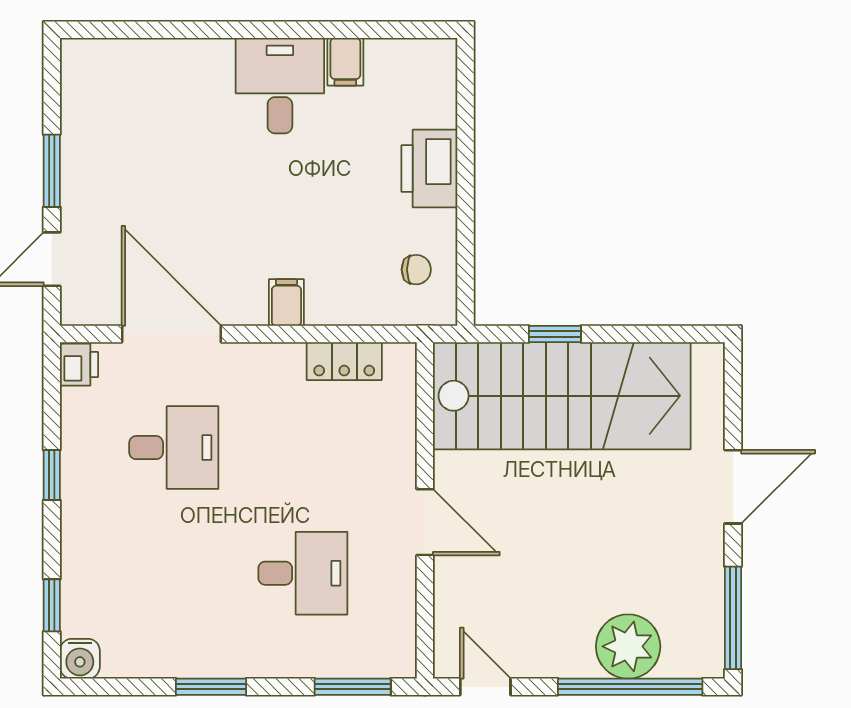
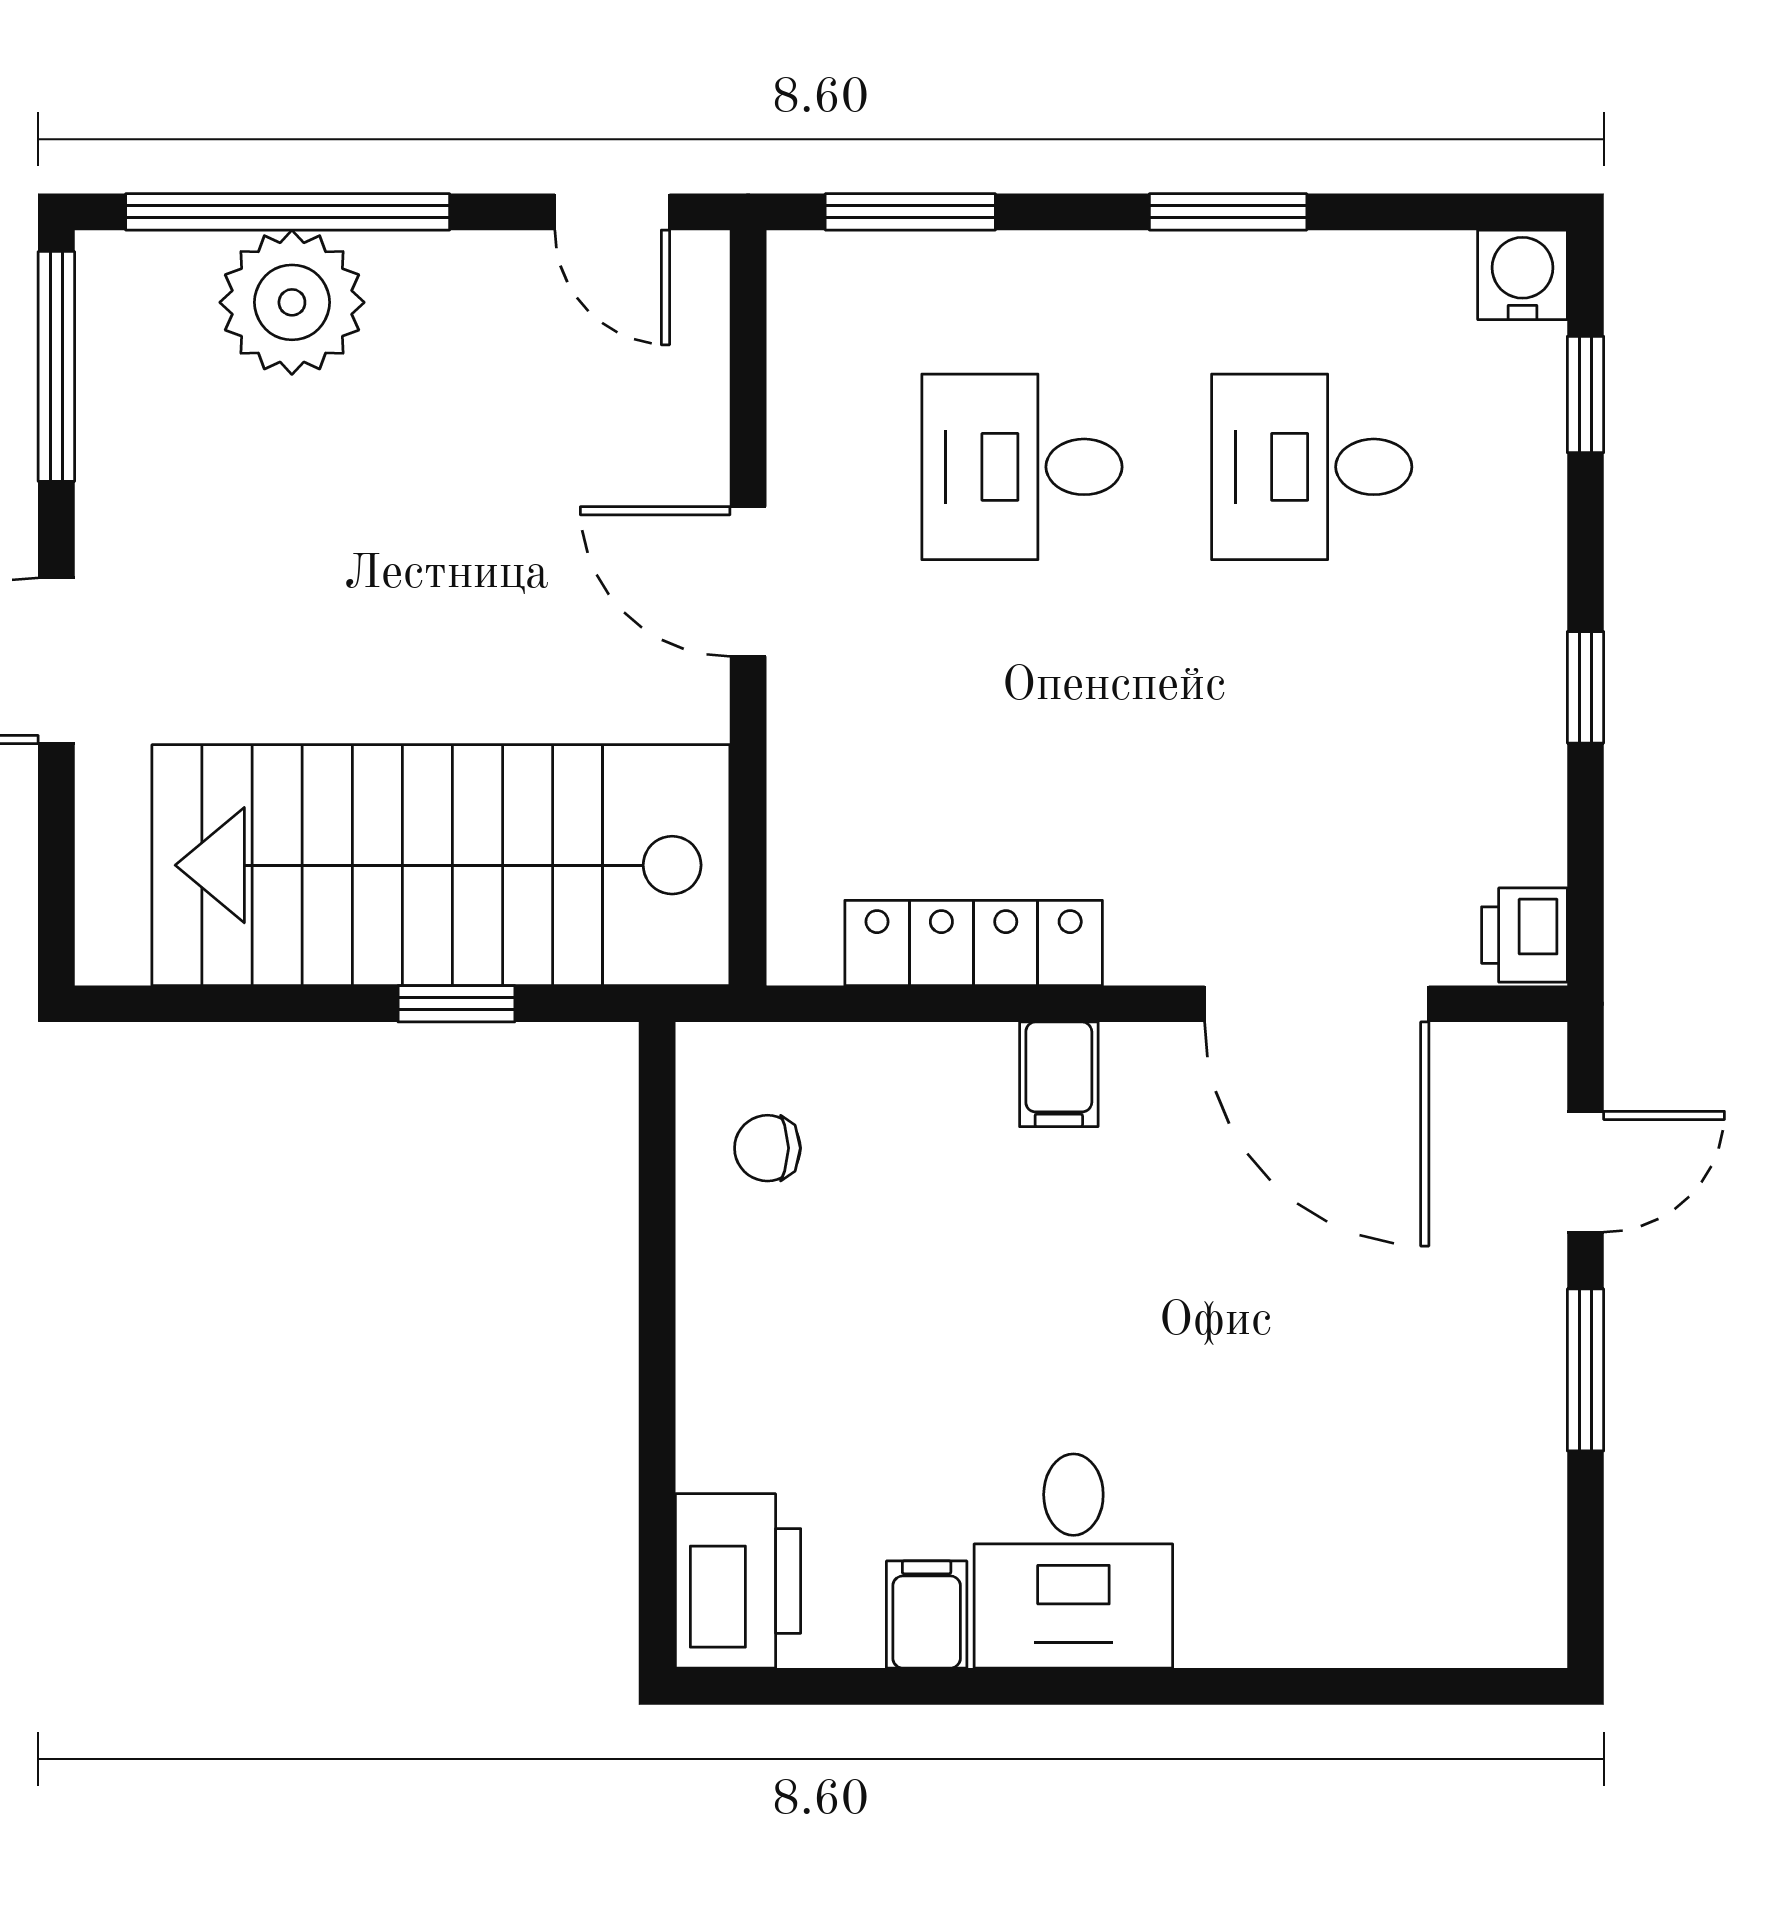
printer: (429, 169) -> (738, 1581), moved
locker: (344, 361) -> (974, 943), width x1.53
desk: (174, 448) -> (1312, 467), moved

